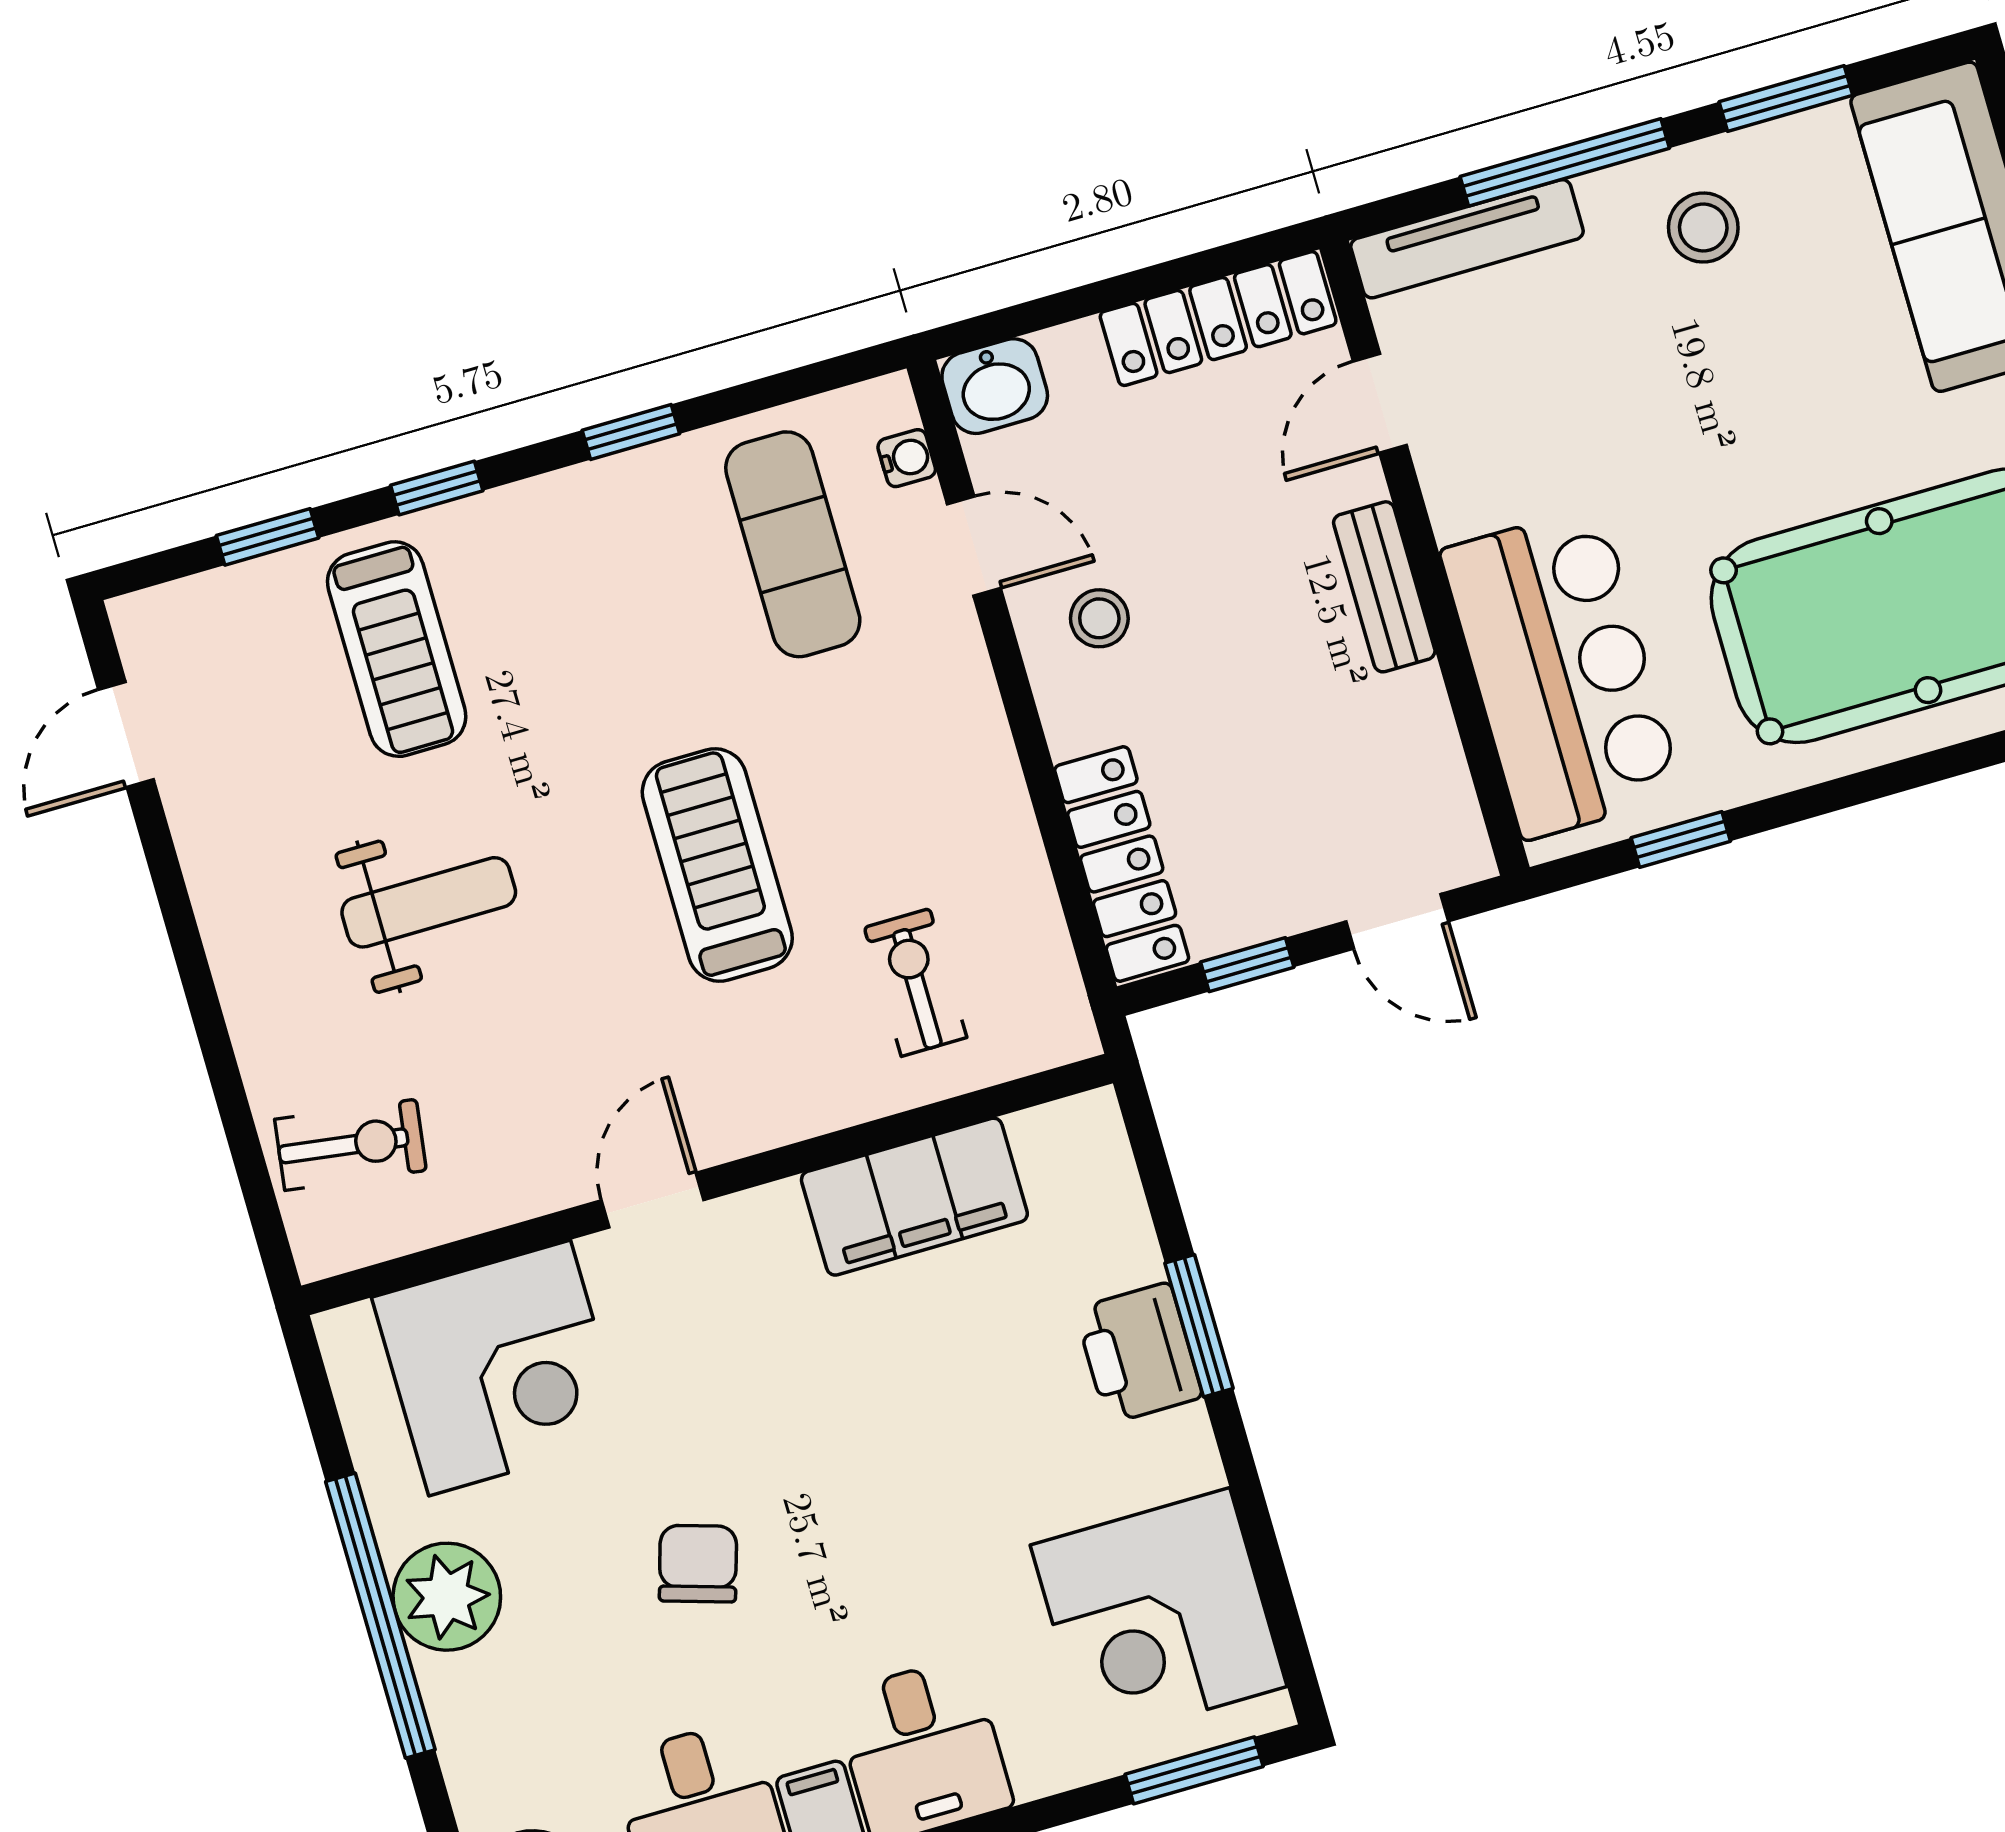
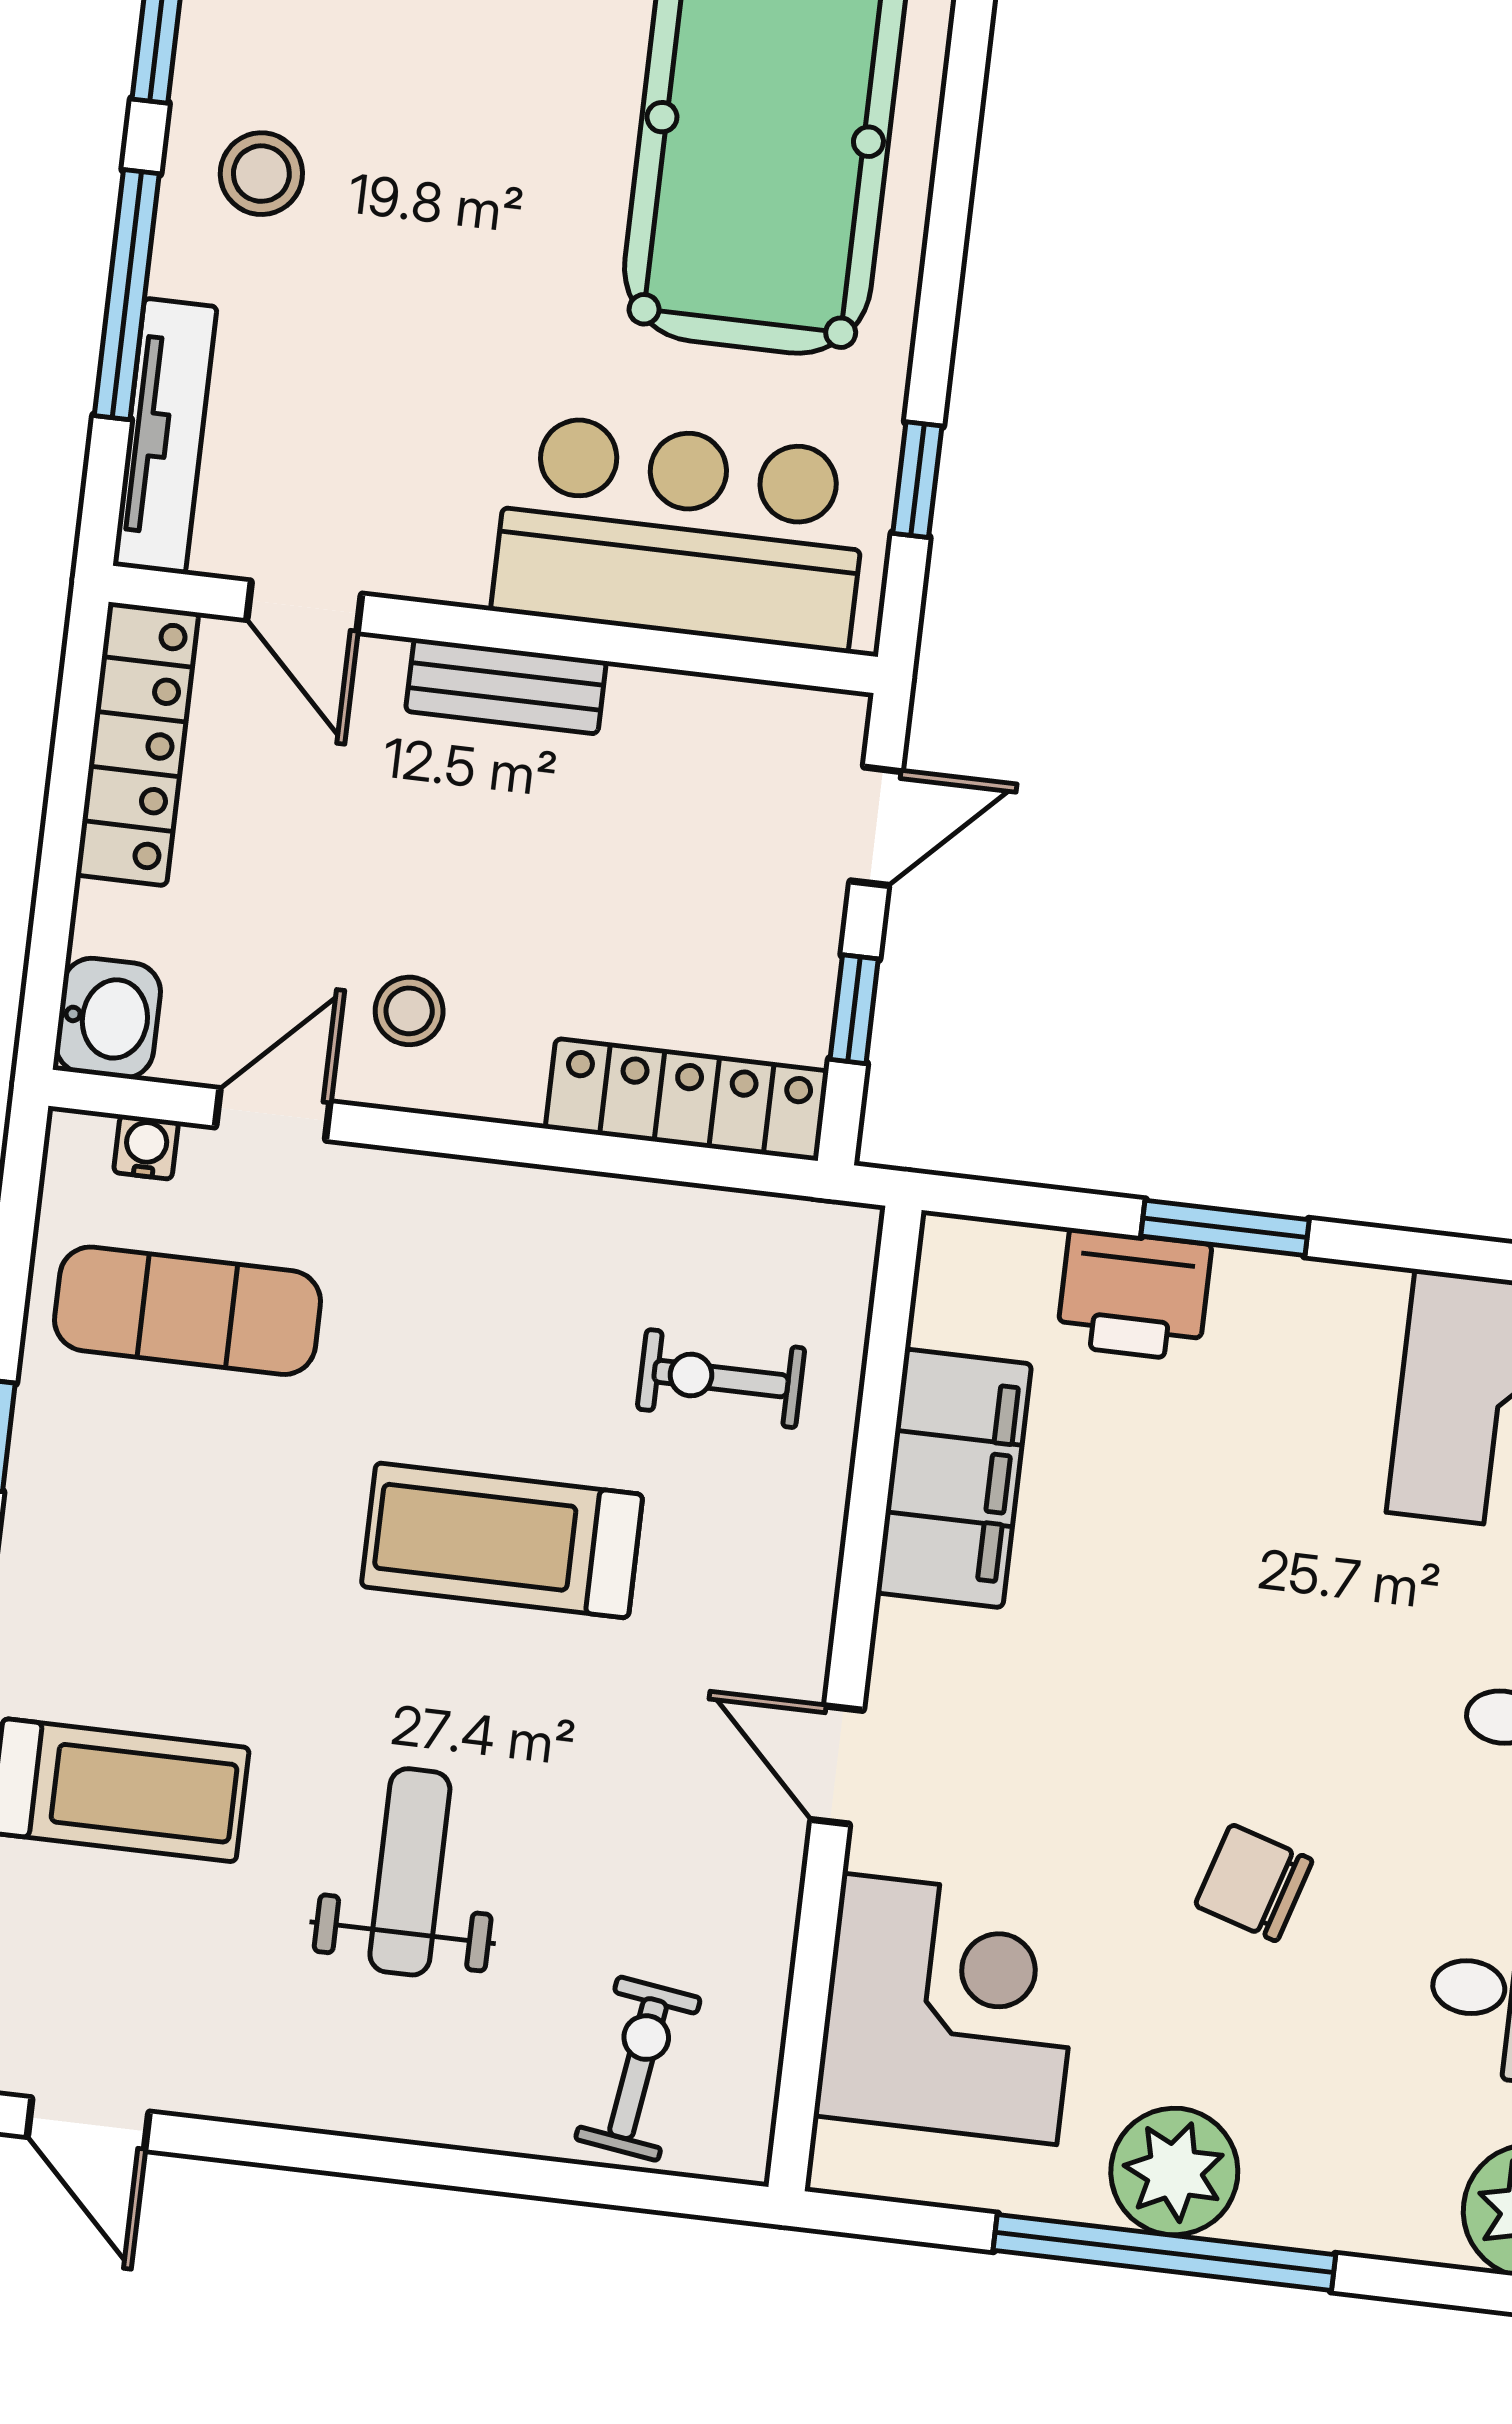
printer: (1139, 1353) -> (1134, 1295), moved

